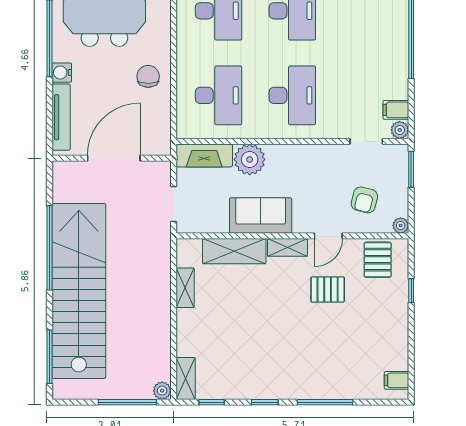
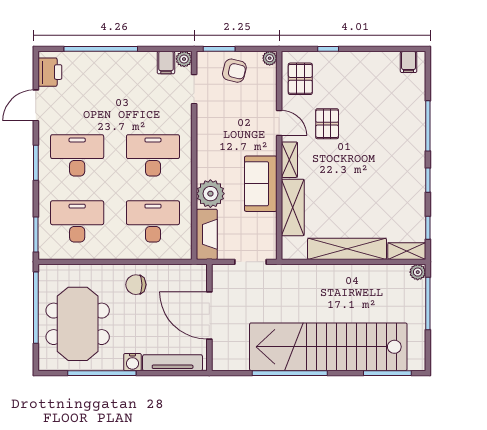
armchair: (364, 200) -> (234, 71), moved
pallet: (378, 260) -> (300, 79), turned 90
shelving: (185, 288) -> (347, 249), width x2.20, depth x1.33

